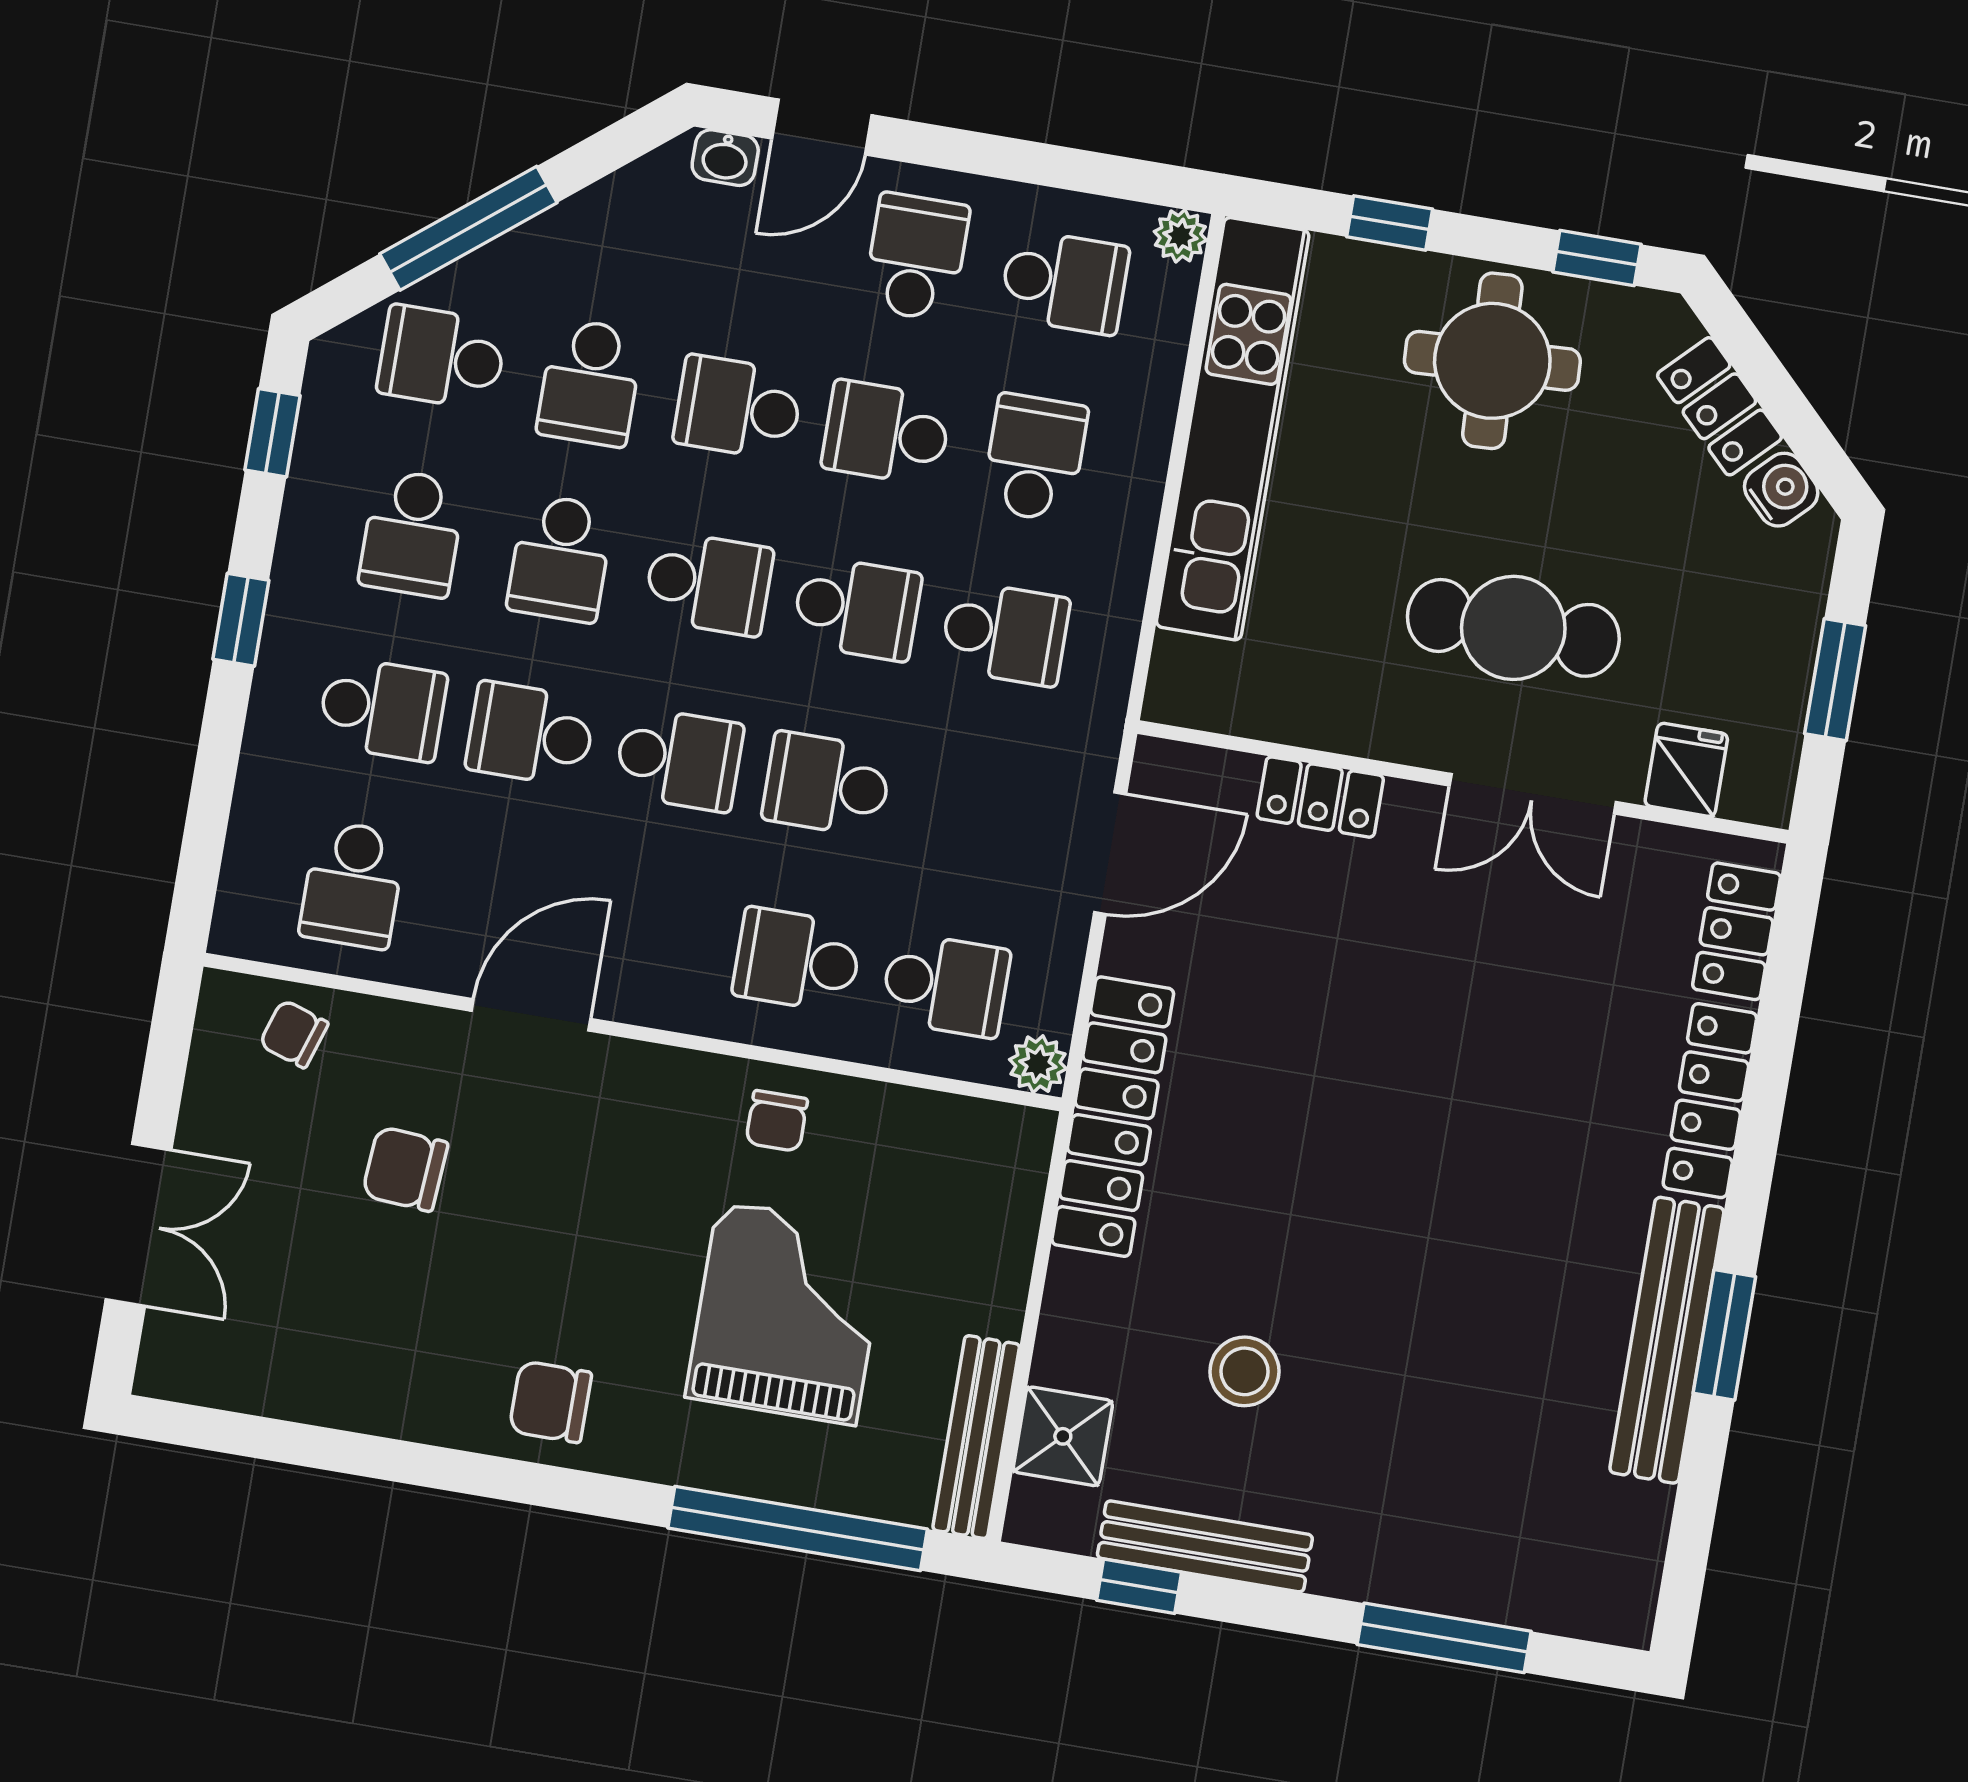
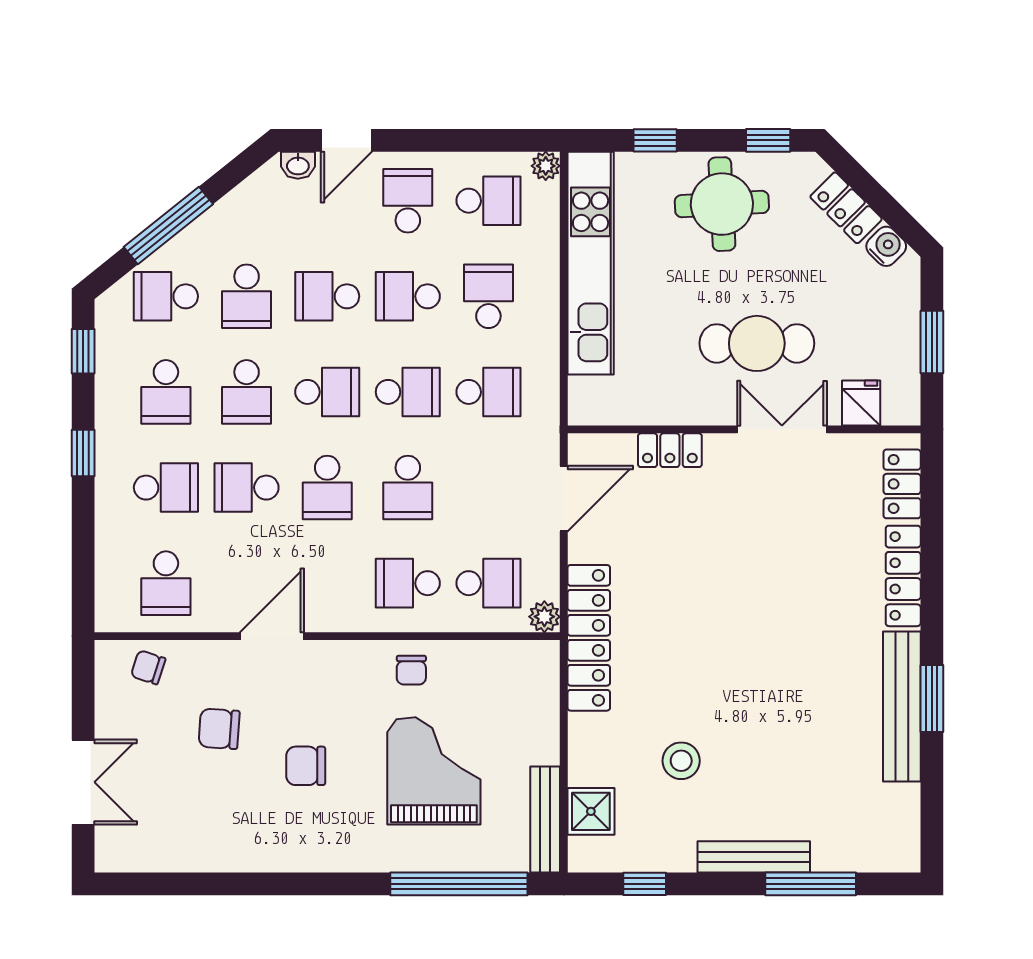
school desk: (679, 759) -> (327, 488), turned 90
school desk: (827, 784) -> (408, 488), turned -90
double door: (1533, 794) -> (782, 429), swing flipped
chair: (550, 1402) -> (306, 766), moved
bench: (1205, 1546) -> (754, 857), moved

